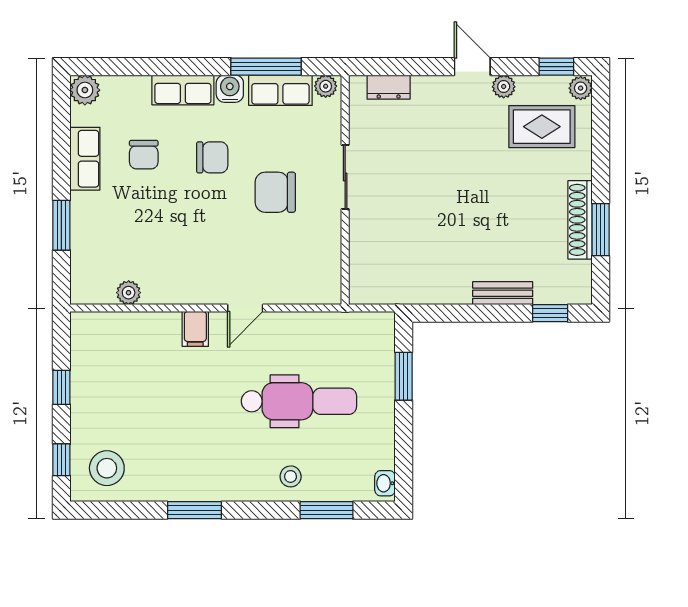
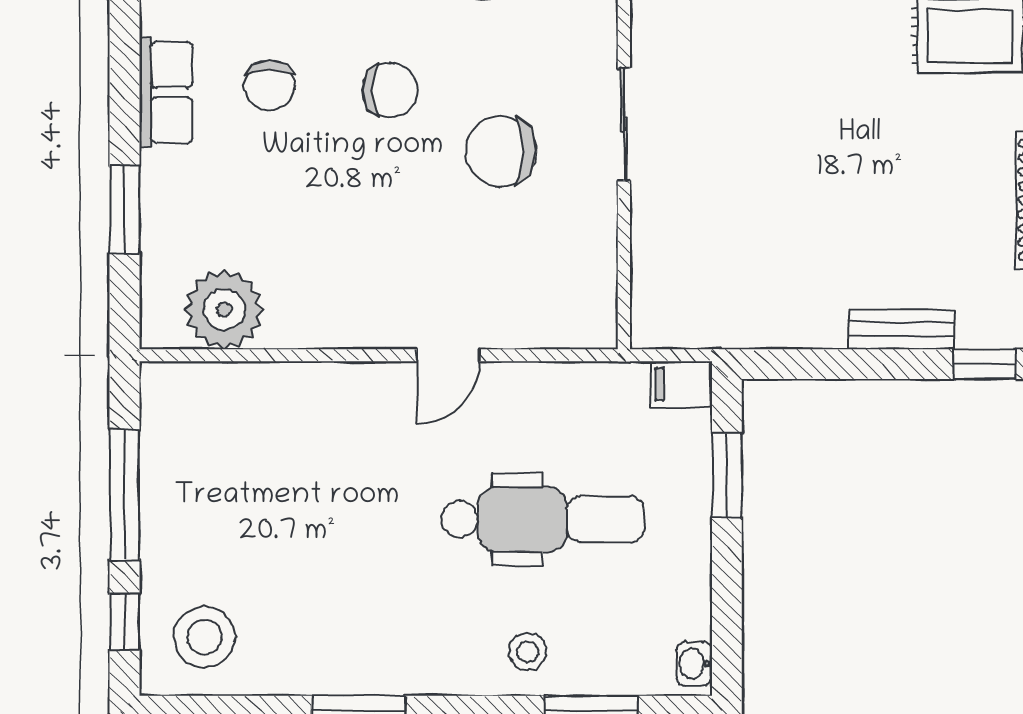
plant: (129, 293) -> (224, 310), width x1.88, depth x1.88
filing cabinet: (195, 329) -> (681, 384), moved, turned 90
window: (61, 387) -> (125, 495), width x2.17

